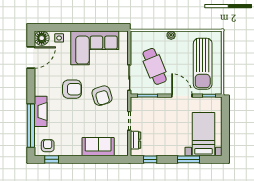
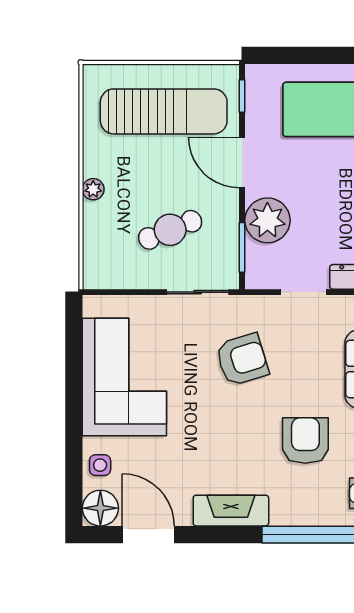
cafe table: (155, 66) -> (170, 230), width x0.73, depth x0.74
armchair: (72, 89) -> (305, 441), moved
door: (182, 96) -> (242, 163), hinge flipped
plant: (158, 106) -> (267, 220), added
fireplace: (41, 111) -> (231, 511), moved

